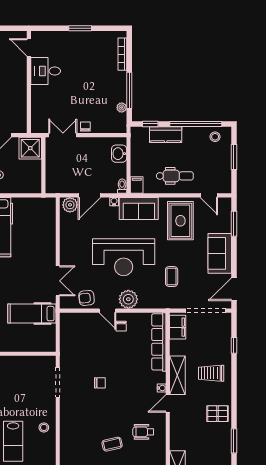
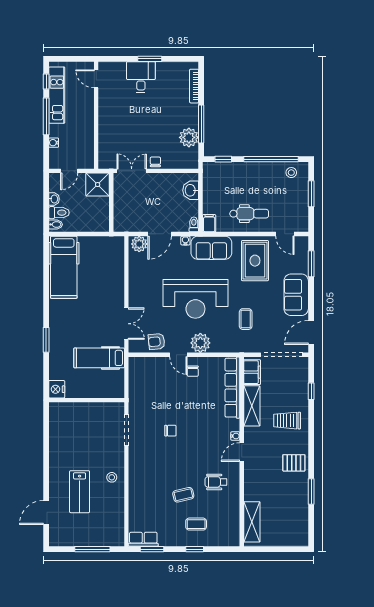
desk: (46, 71) -> (141, 77), moved, turned 90
plant: (122, 108) -> (189, 137), width x1.88, depth x1.88
kitchen counter: (166, 135) -> (239, 170), removed
shelving: (177, 375) -> (252, 406), moved

